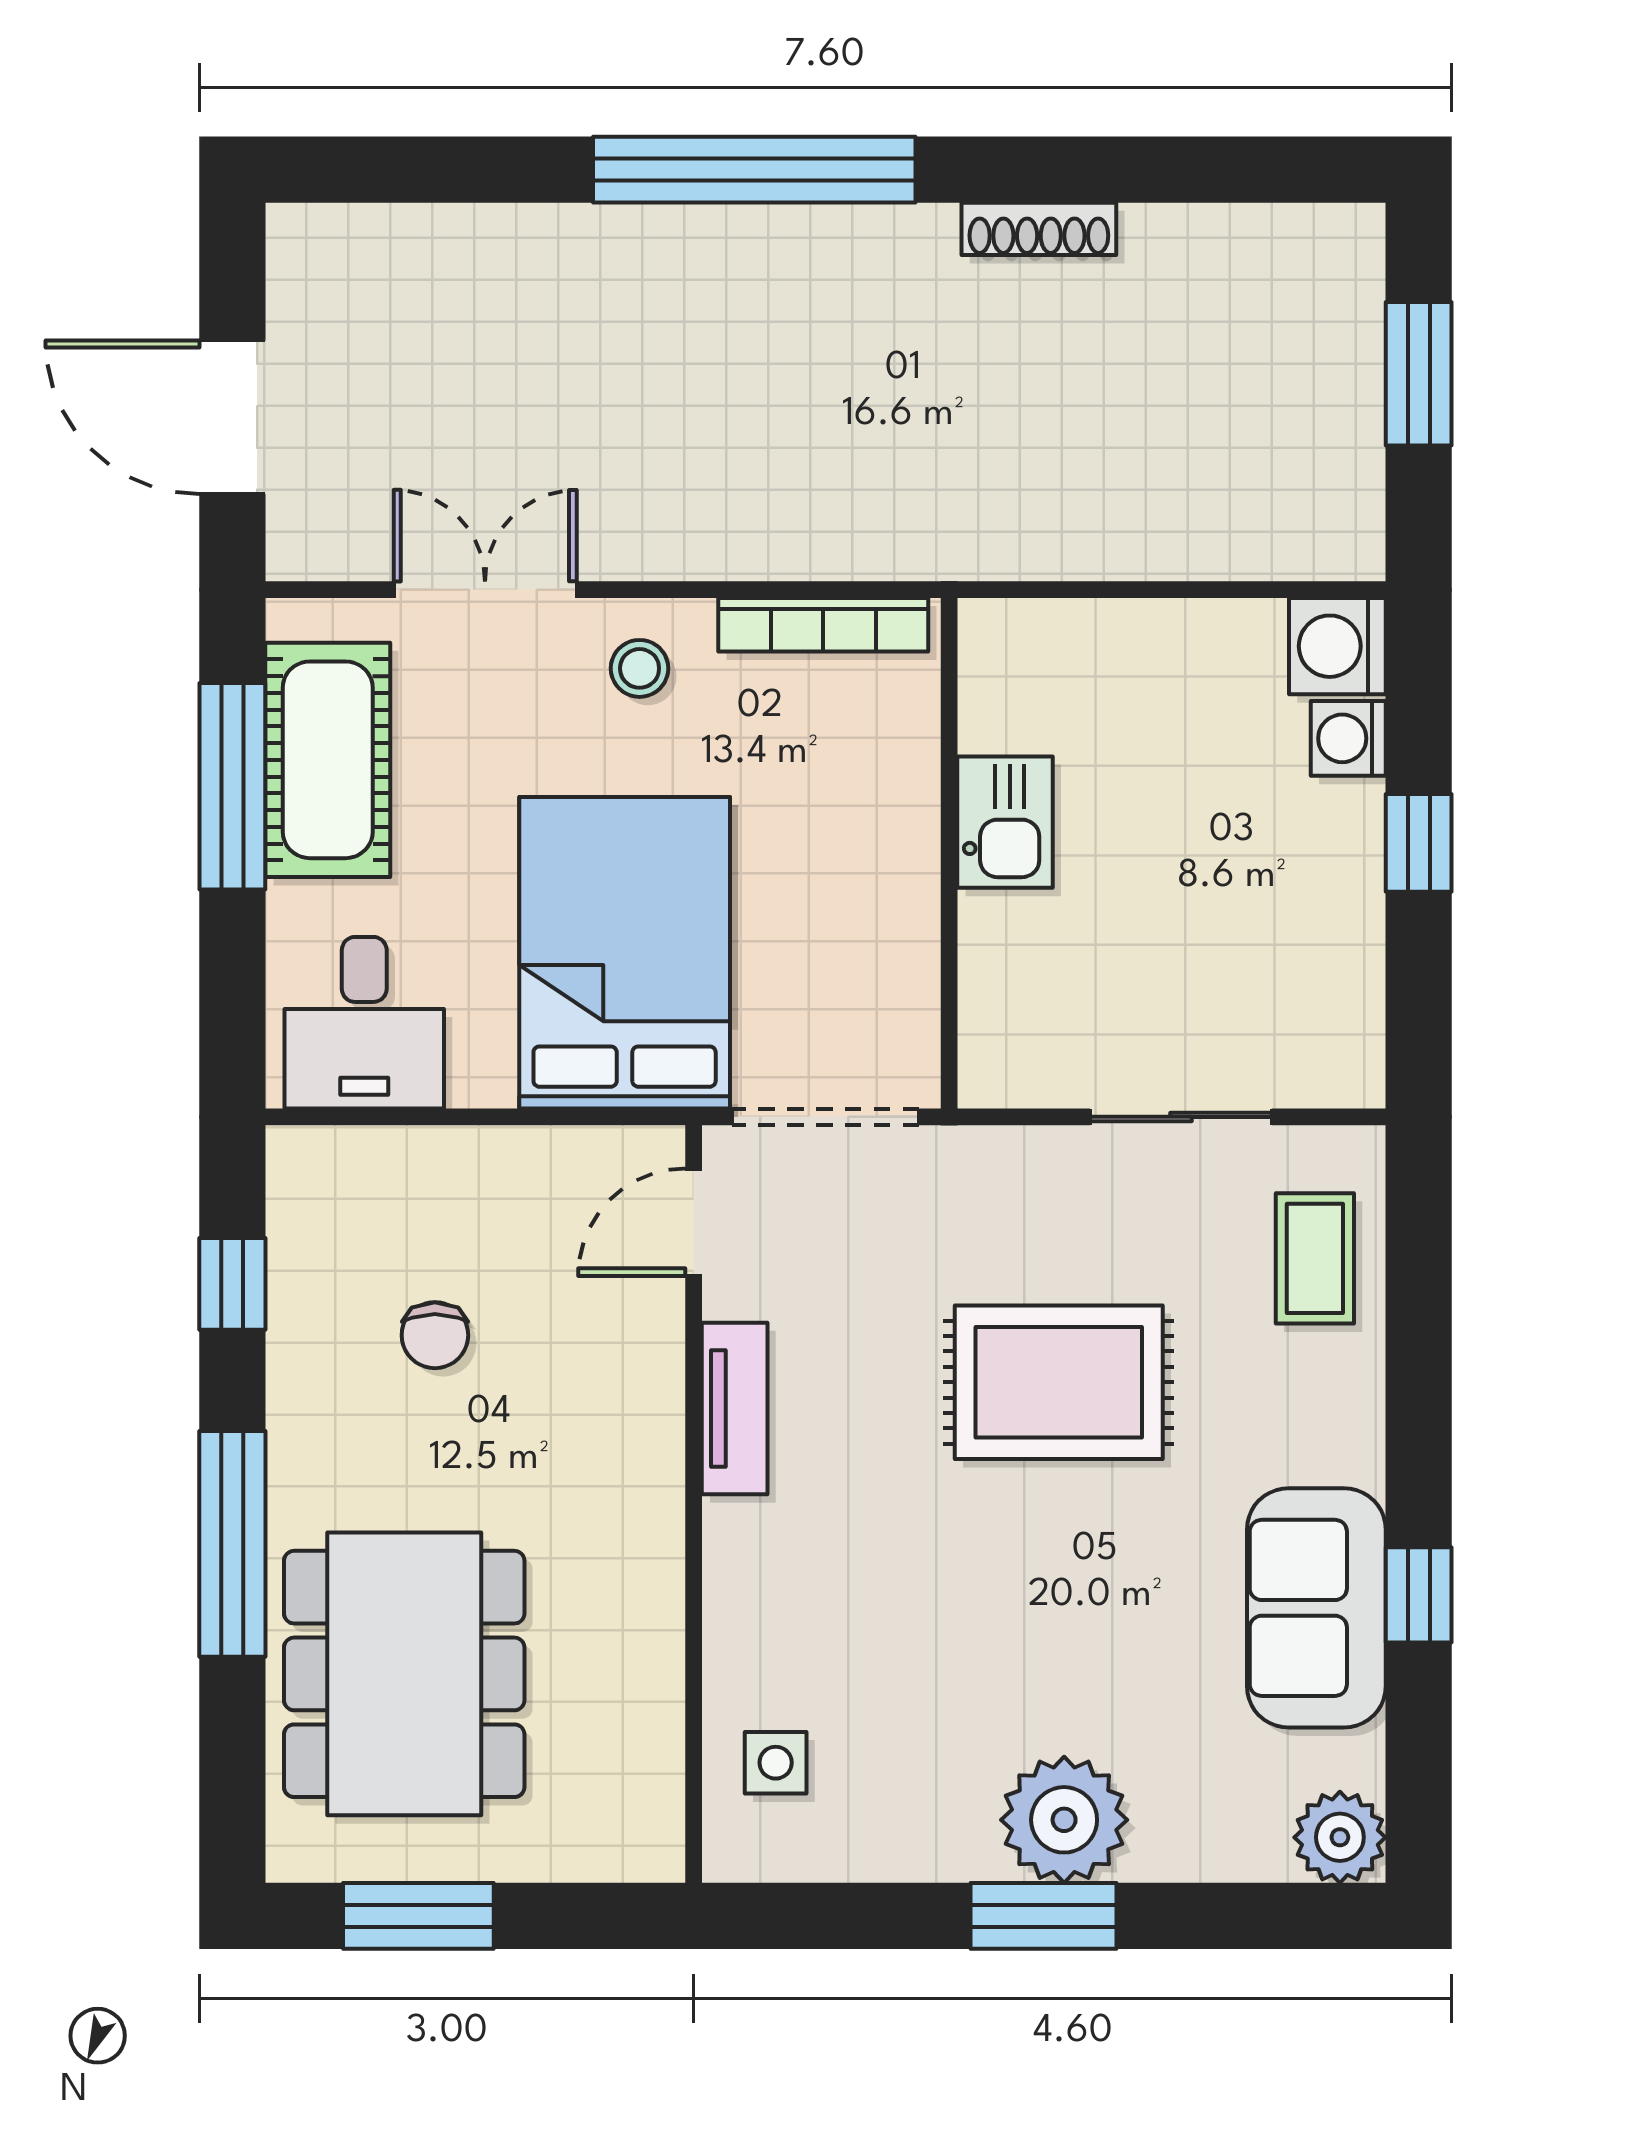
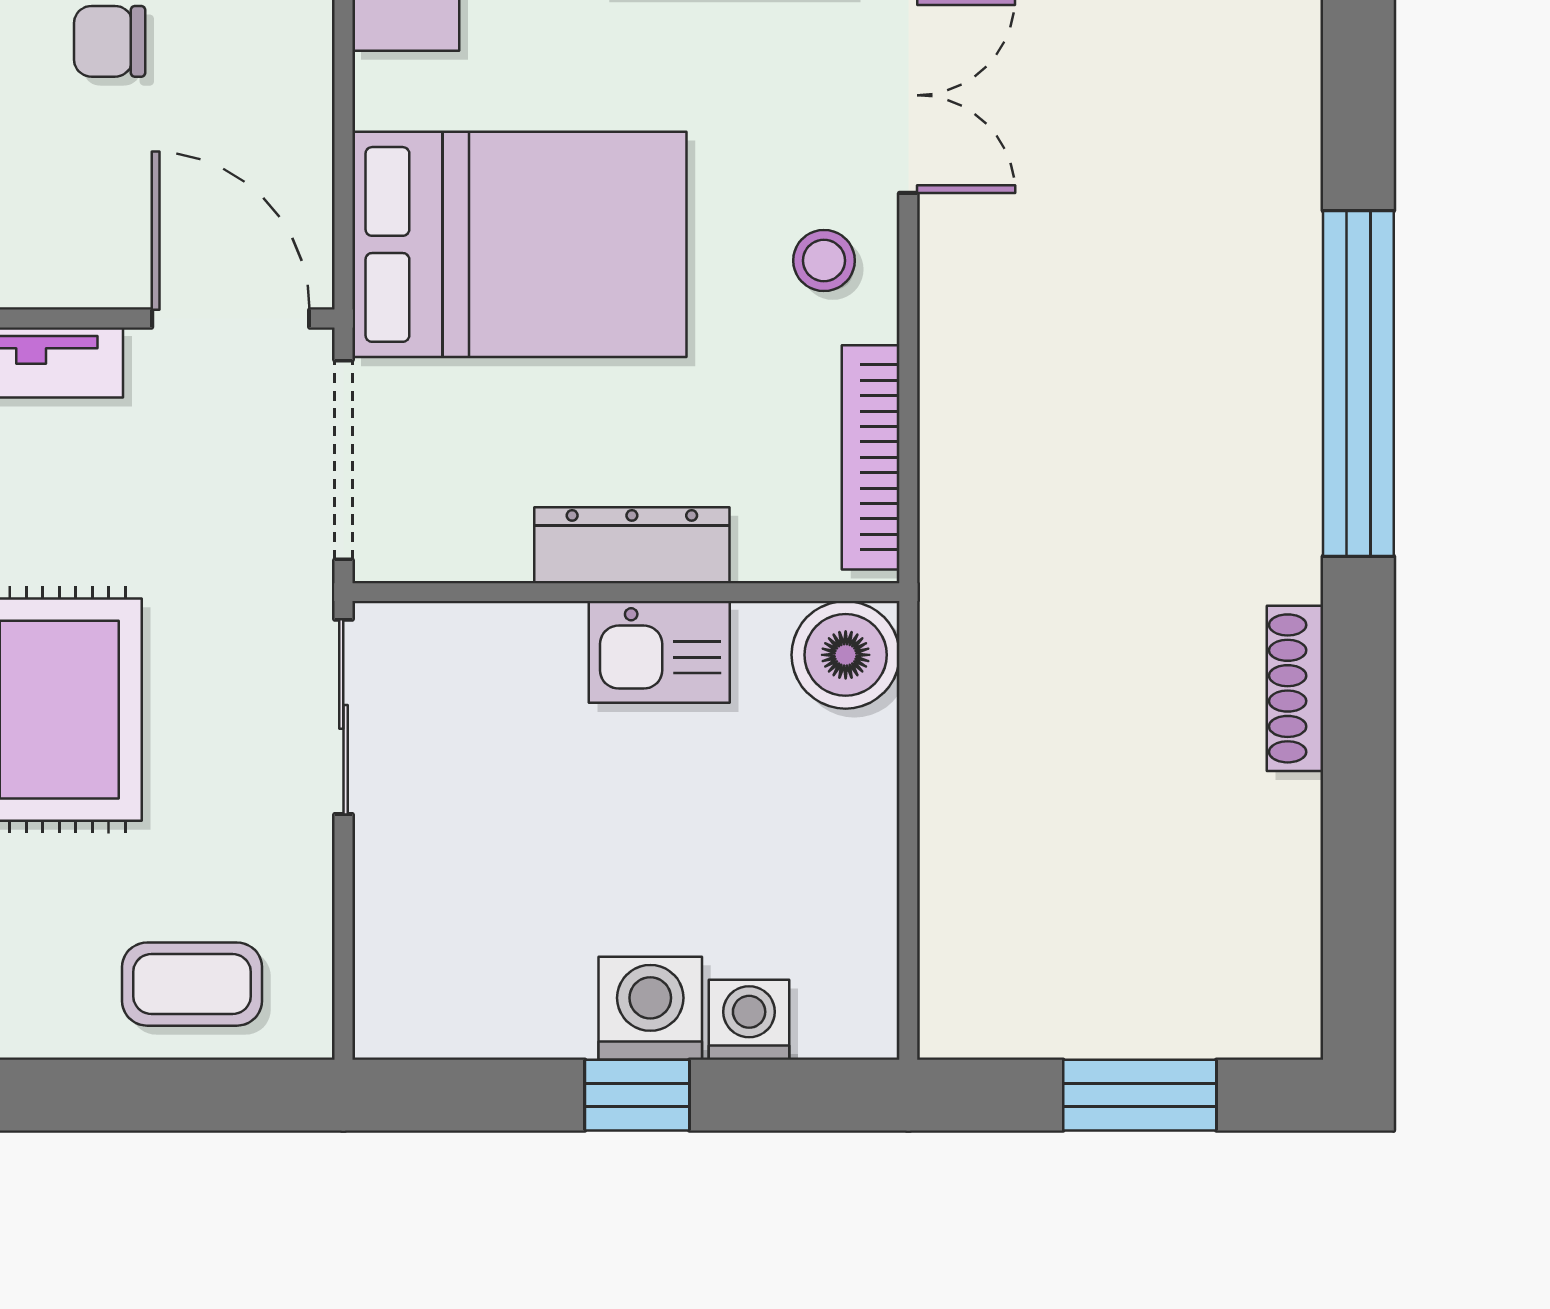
washing machine: (1337, 646) -> (650, 1008), moved
boiler: (1008, 648) -> (846, 655), added
dresser: (905, 848) -> (632, 545), added
sliding door: (1181, 1117) -> (343, 717), moved
door: (694, 1222) -> (231, 319), width x1.38

